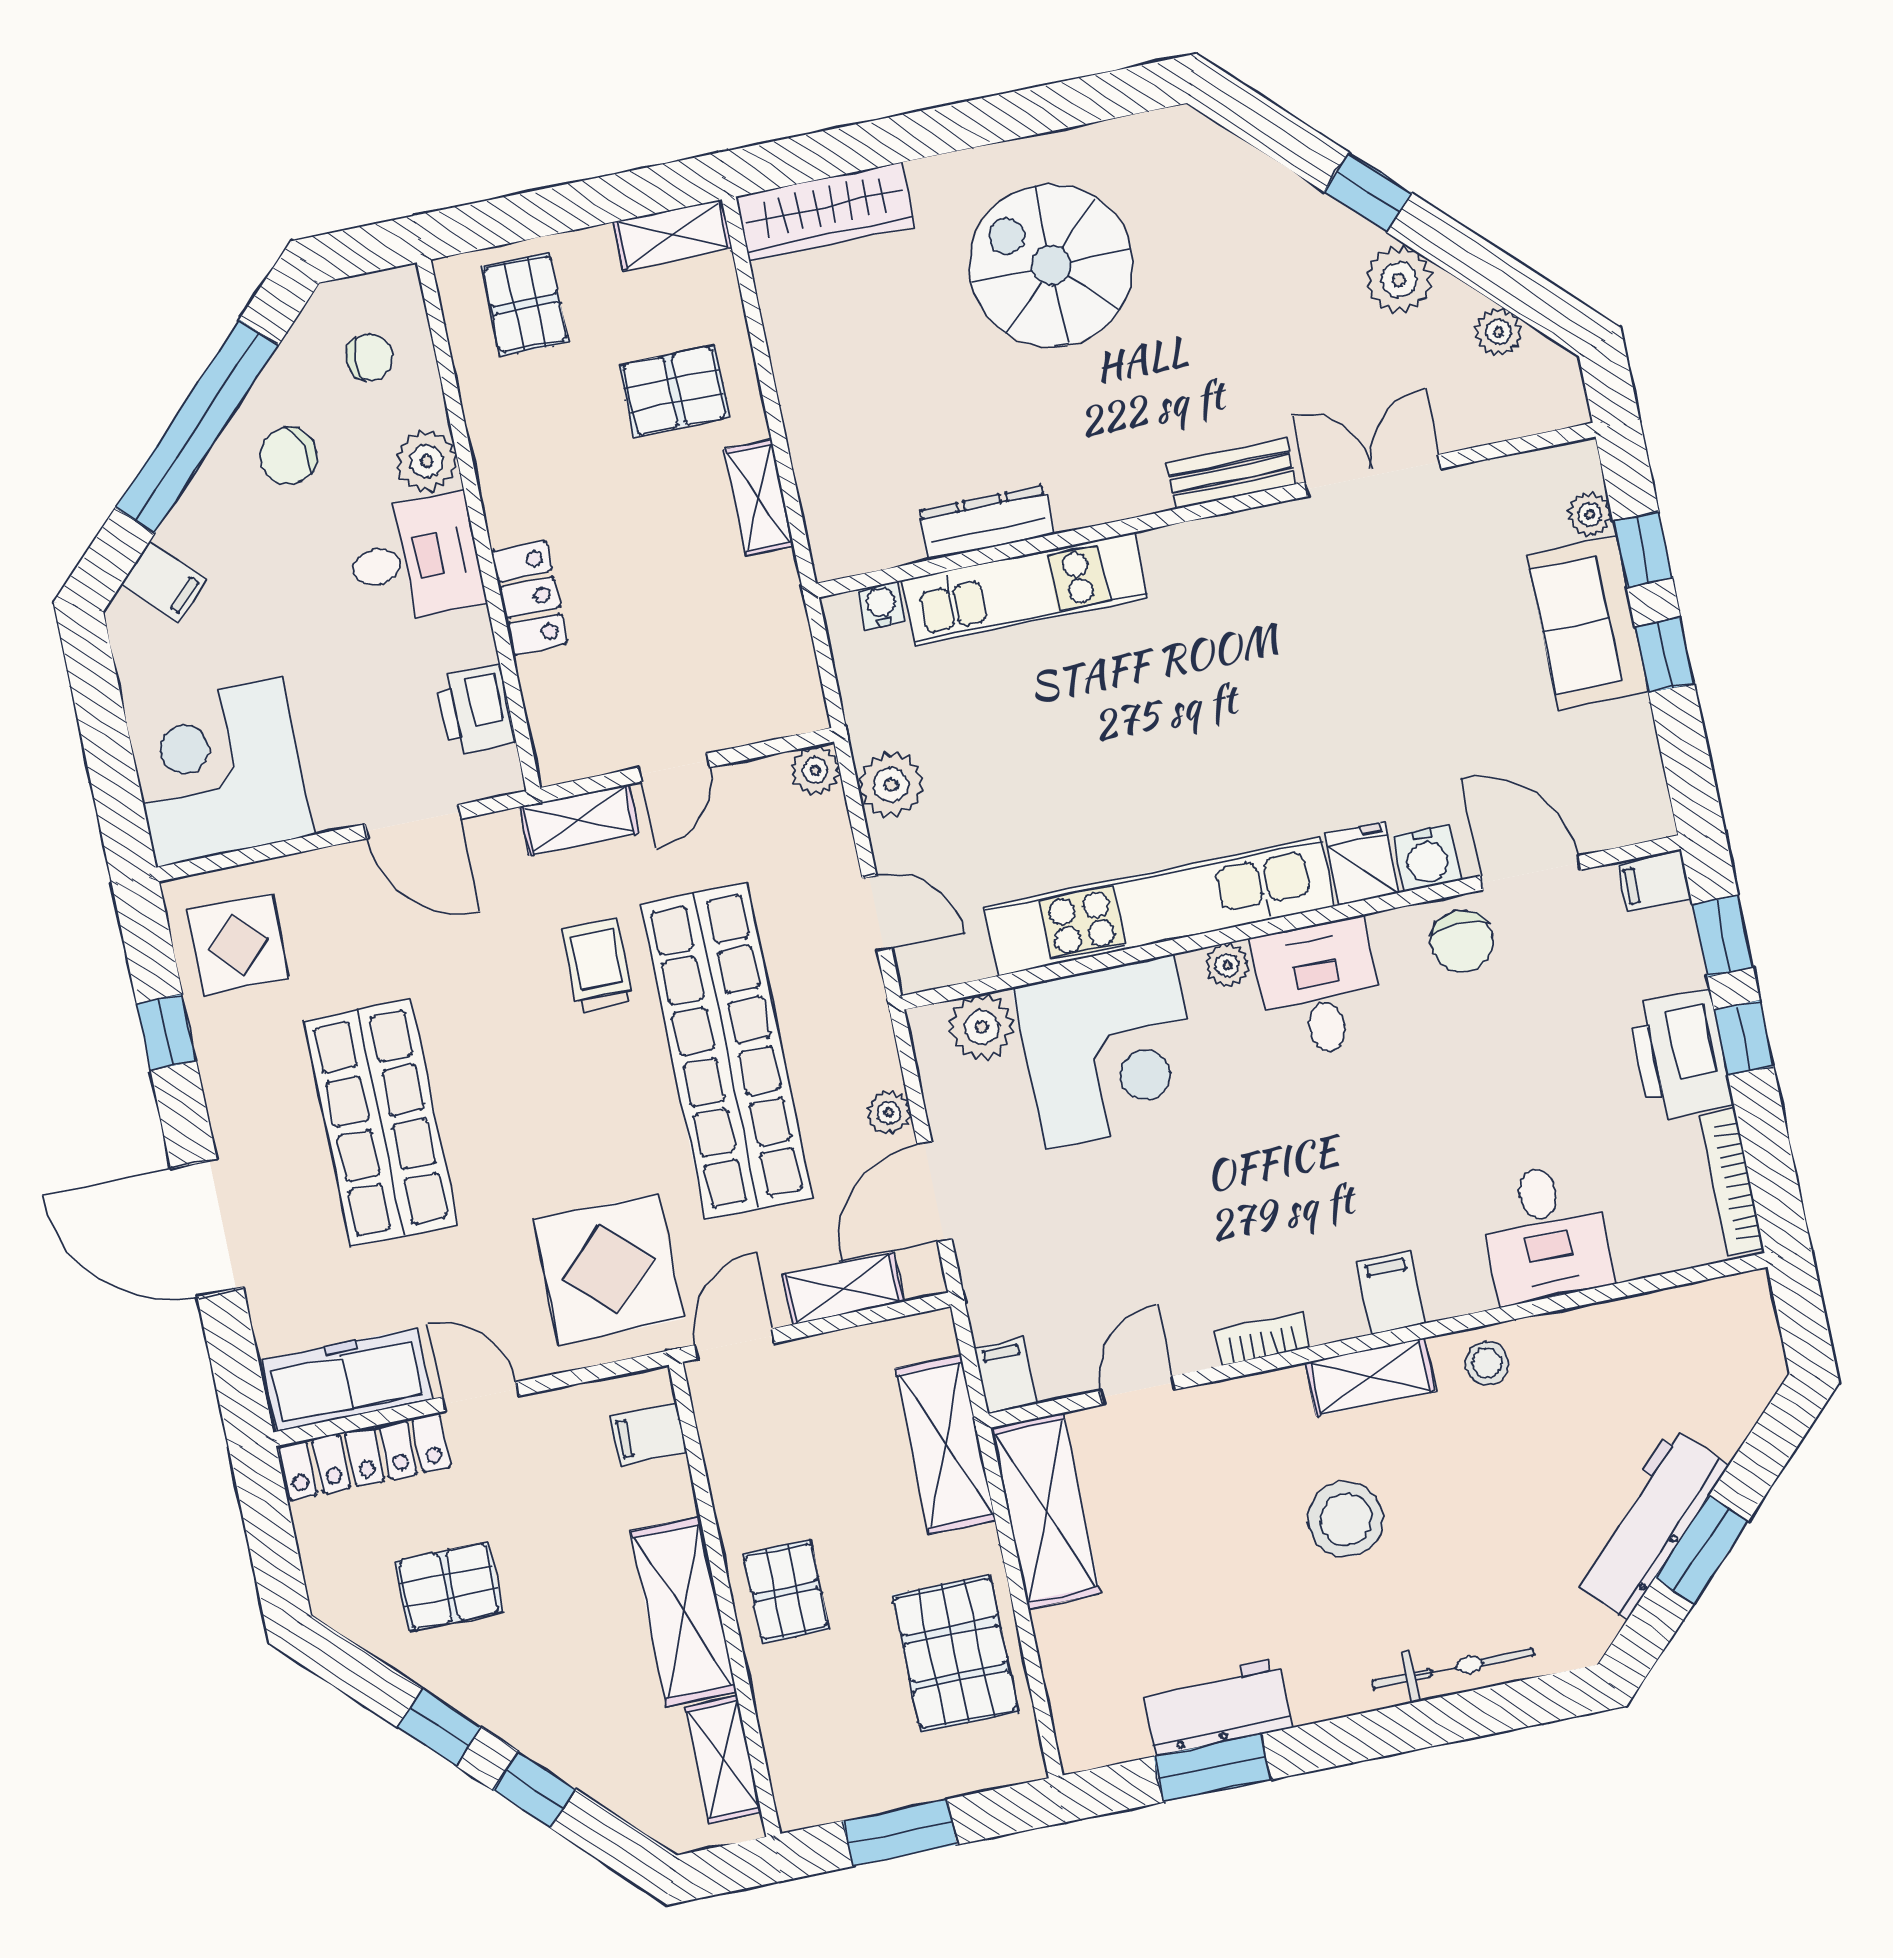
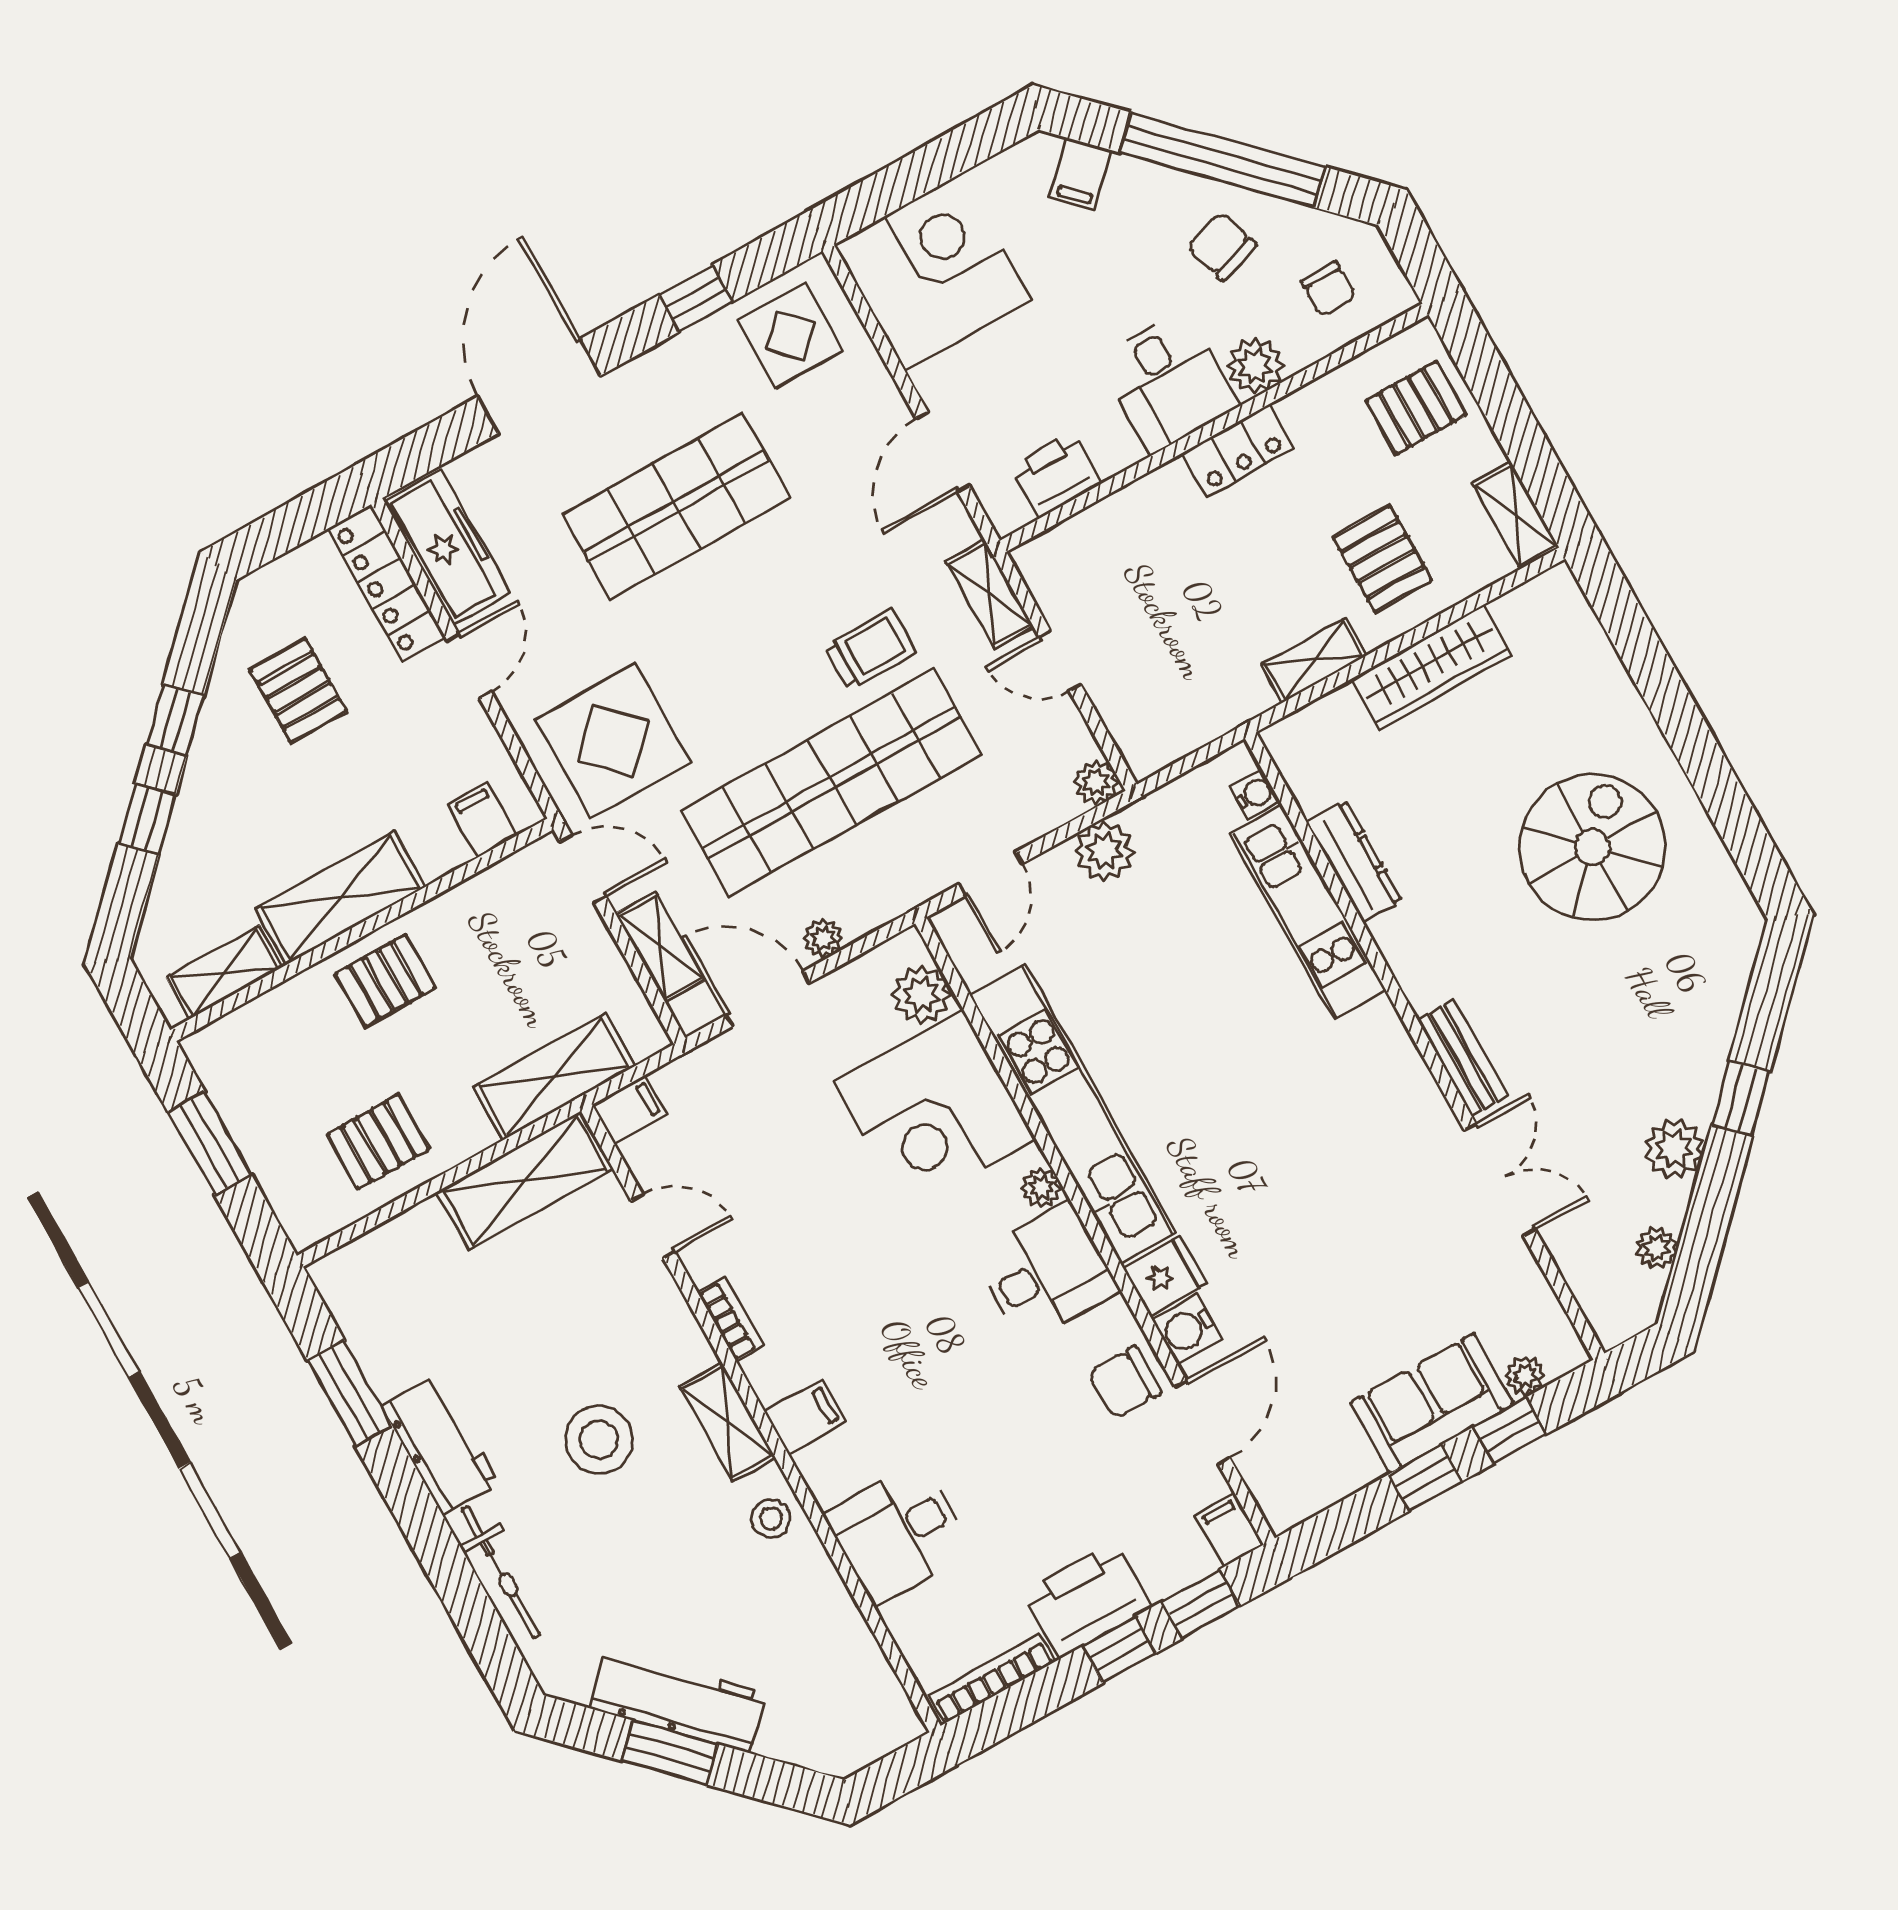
wardrobe: (825, 211) -> (1431, 667), moved, turned -90
locker: (529, 598) -> (1238, 451), moved
pallet: (955, 1653) -> (378, 1142), width x0.67, depth x0.71
workbench: (1217, 1707) -> (440, 1445), moved

